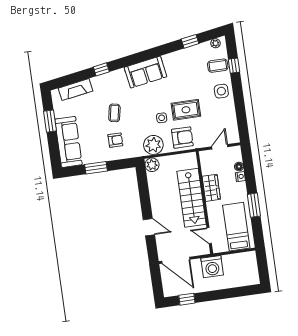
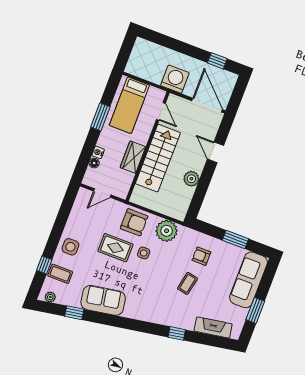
sofa: (145, 72) -> (103, 300), moved
armchair: (182, 138) -> (134, 222), turned 180
plant: (152, 165) -> (191, 179), moved

